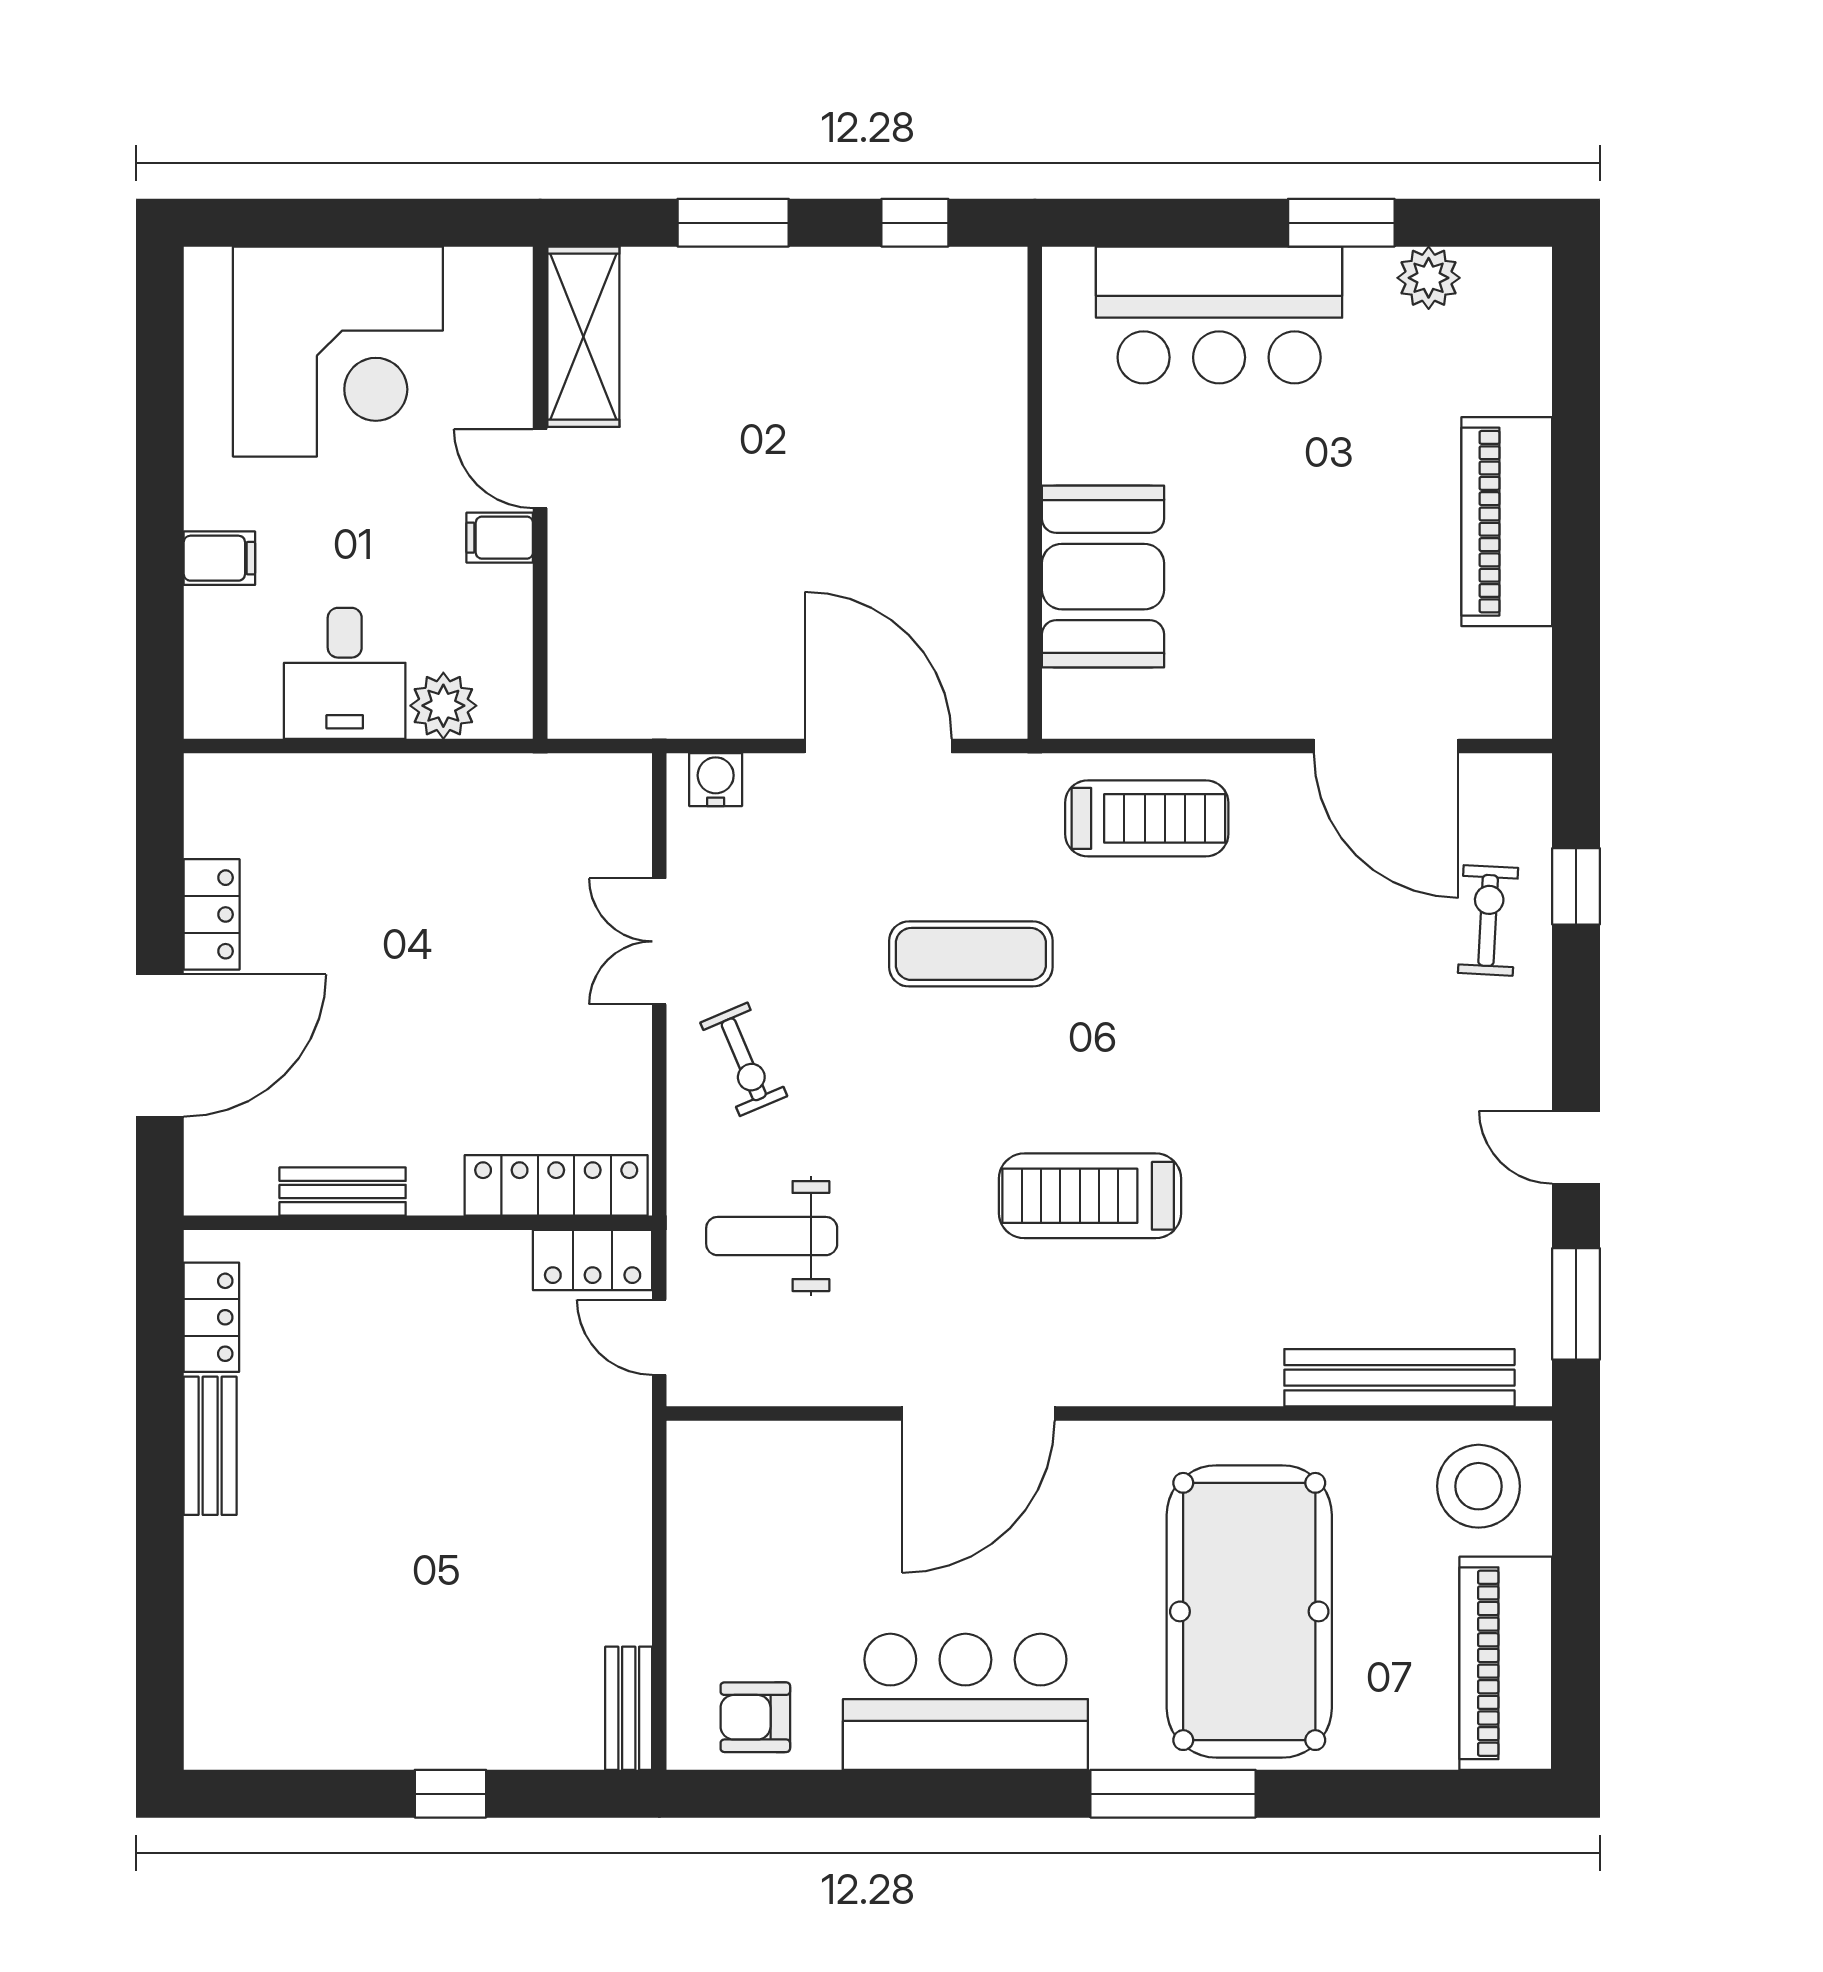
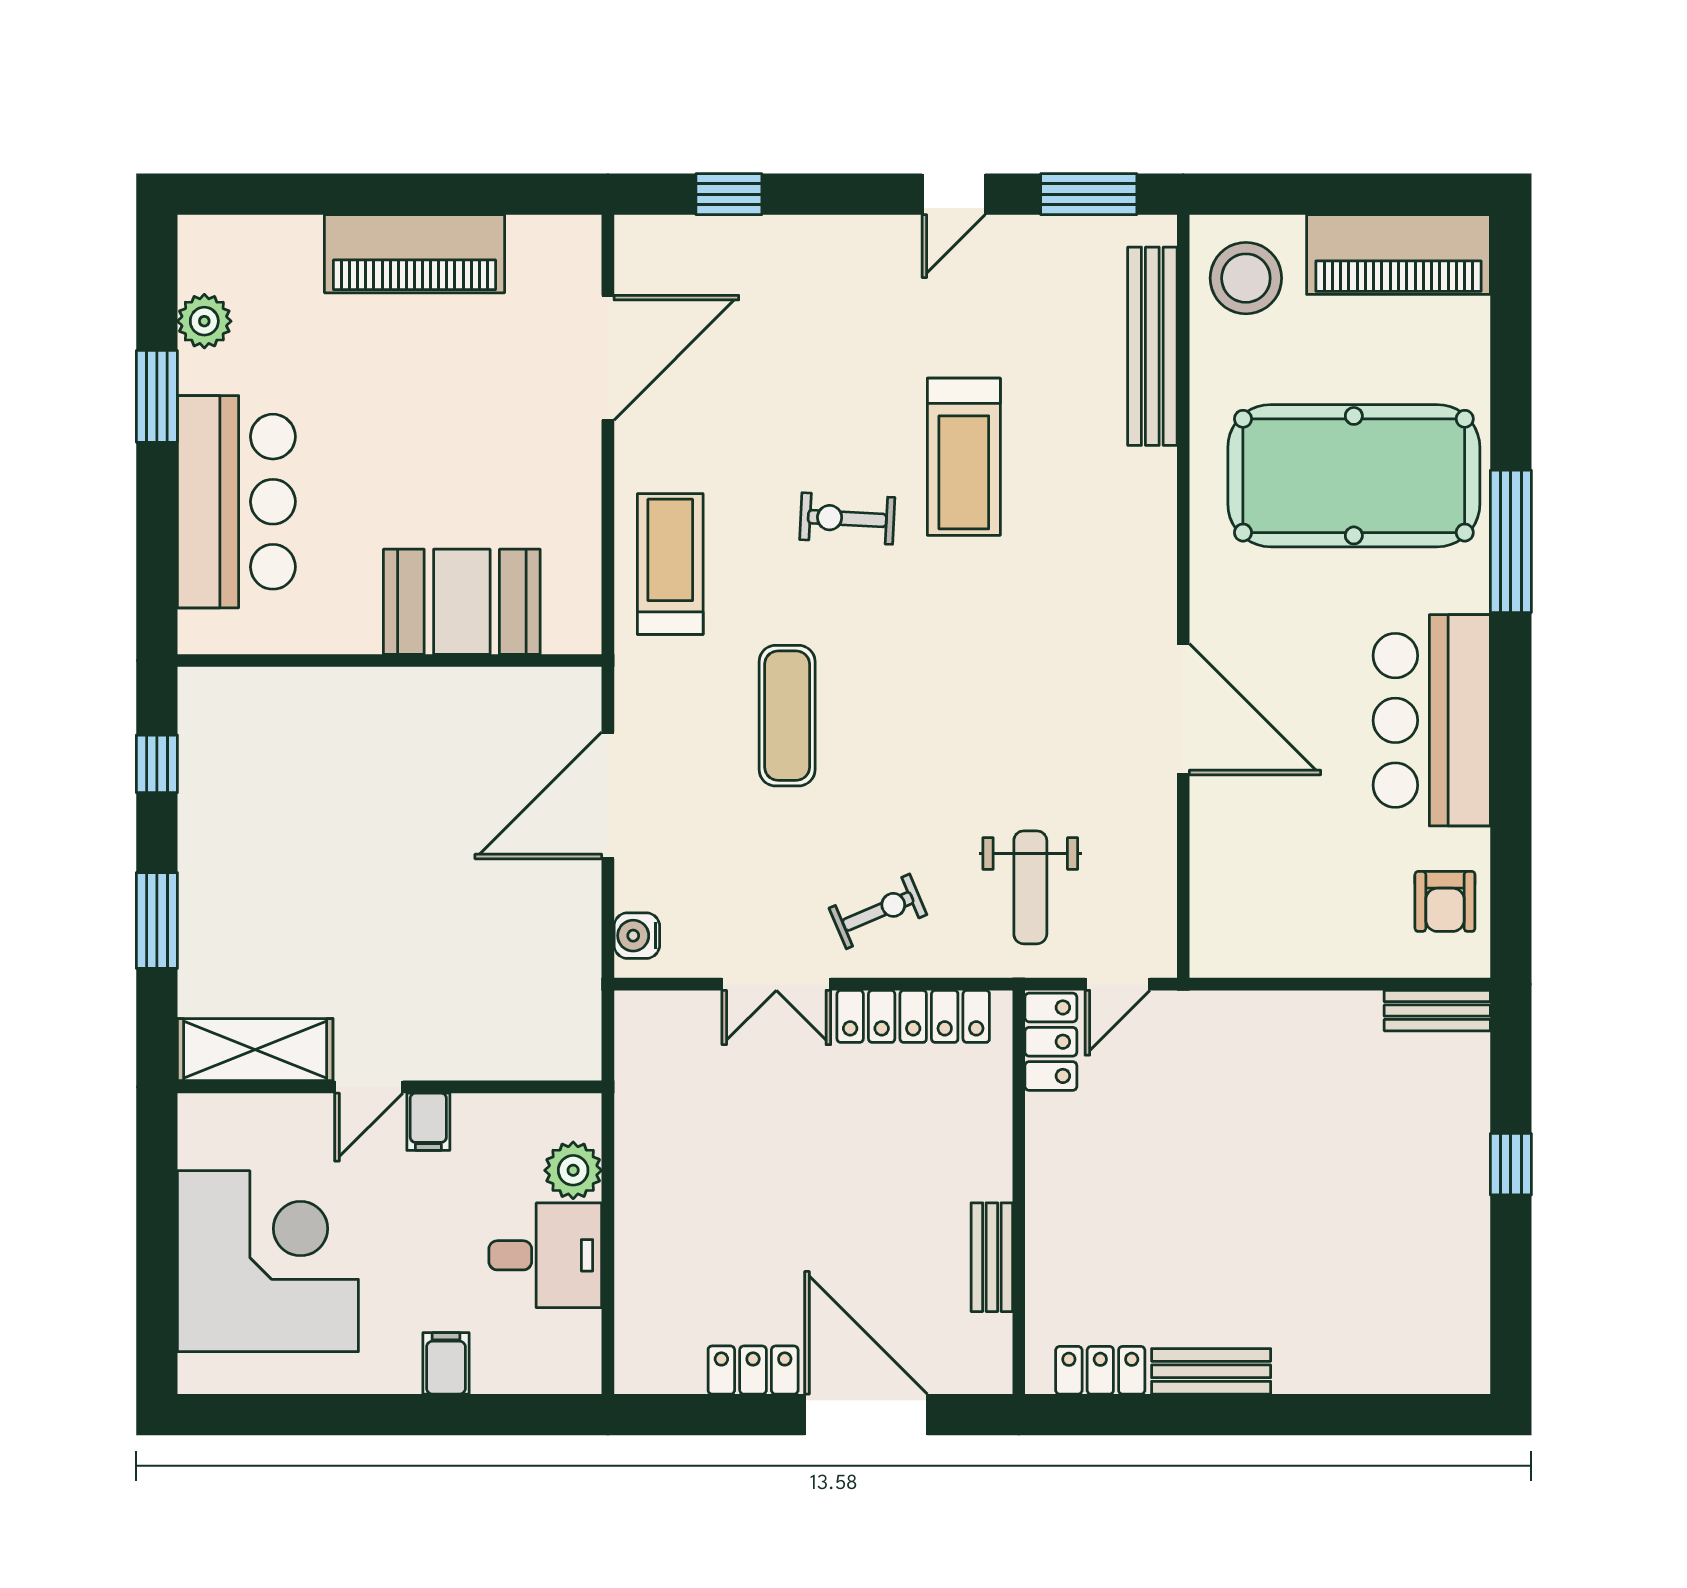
exercise bike: (1488, 920) -> (847, 519), moved
locker: (556, 1185) -> (913, 1016), moved, turned -90
treadmill: (1090, 1196) -> (964, 457), moved

